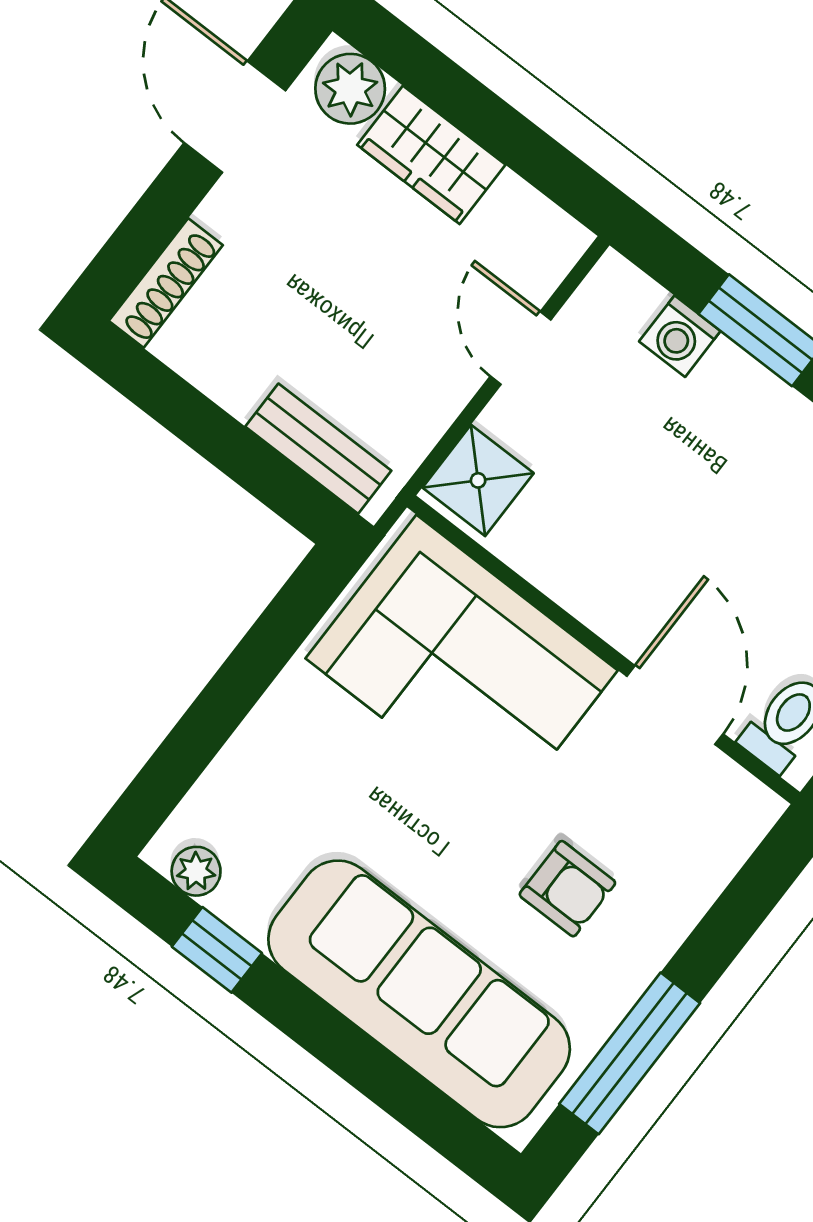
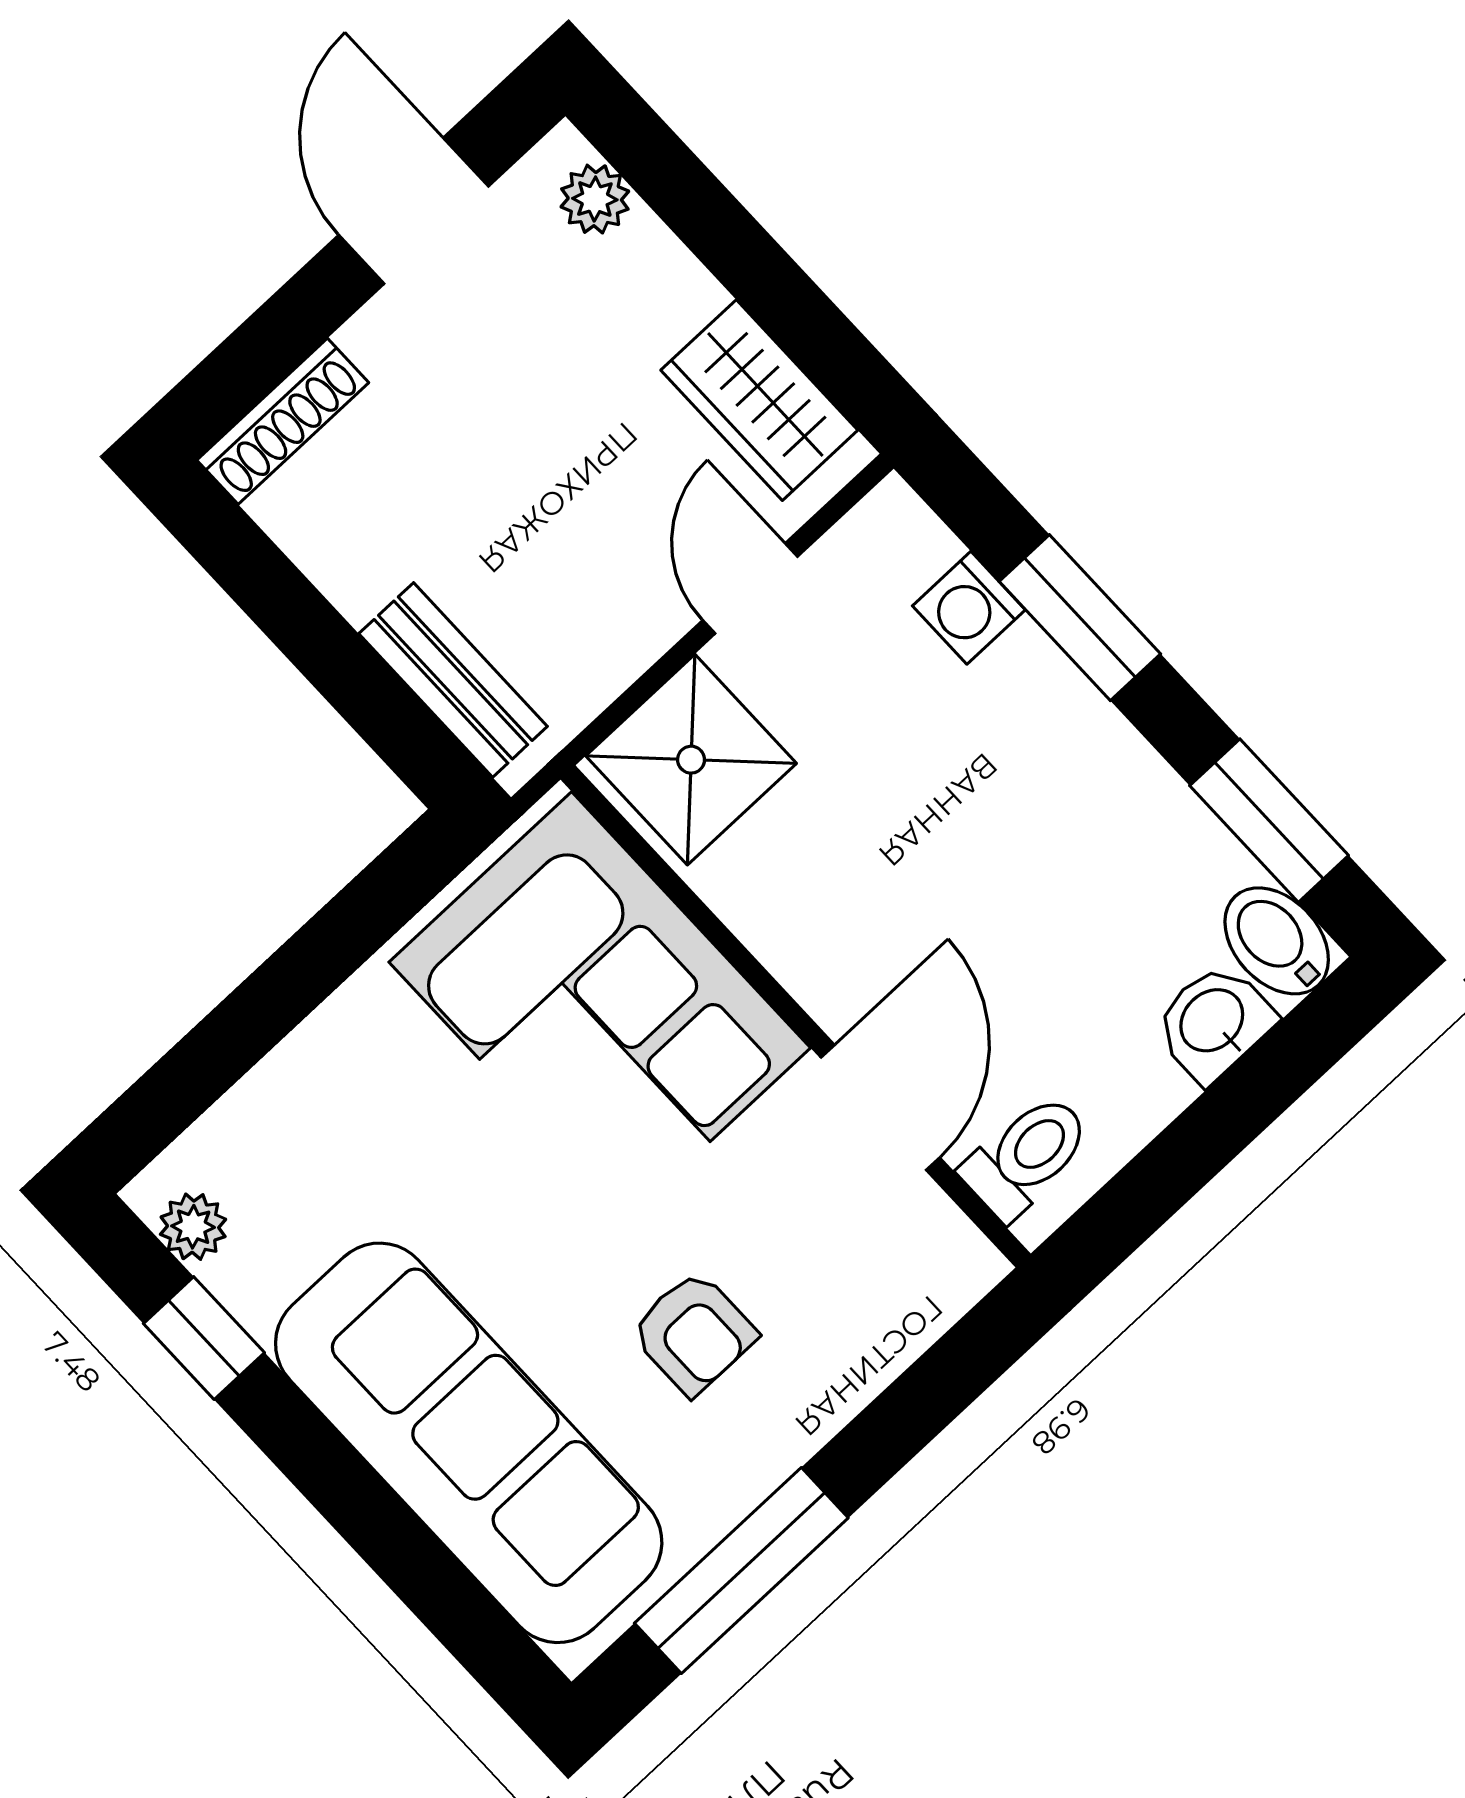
plant: (350, 89) -> (595, 199), width x0.73, depth x0.73
wardrobe: (431, 155) -> (759, 400), moved
shower: (478, 480) -> (691, 760), width x1.36, depth x1.36

